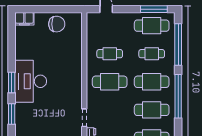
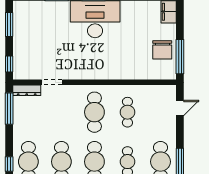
window: (63, 9) -> (180, 57), added

